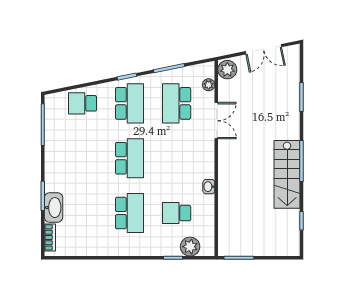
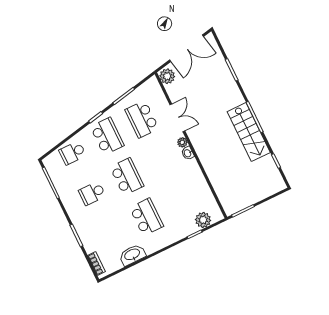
double door: (263, 49) -> (187, 48), width x1.37
plant: (209, 85) -> (182, 142), moved
washbasin: (209, 187) -> (188, 153), moved
washbasin: (54, 208) -> (132, 255), moved, turned -90
school desk: (177, 213) -> (92, 193), moved

